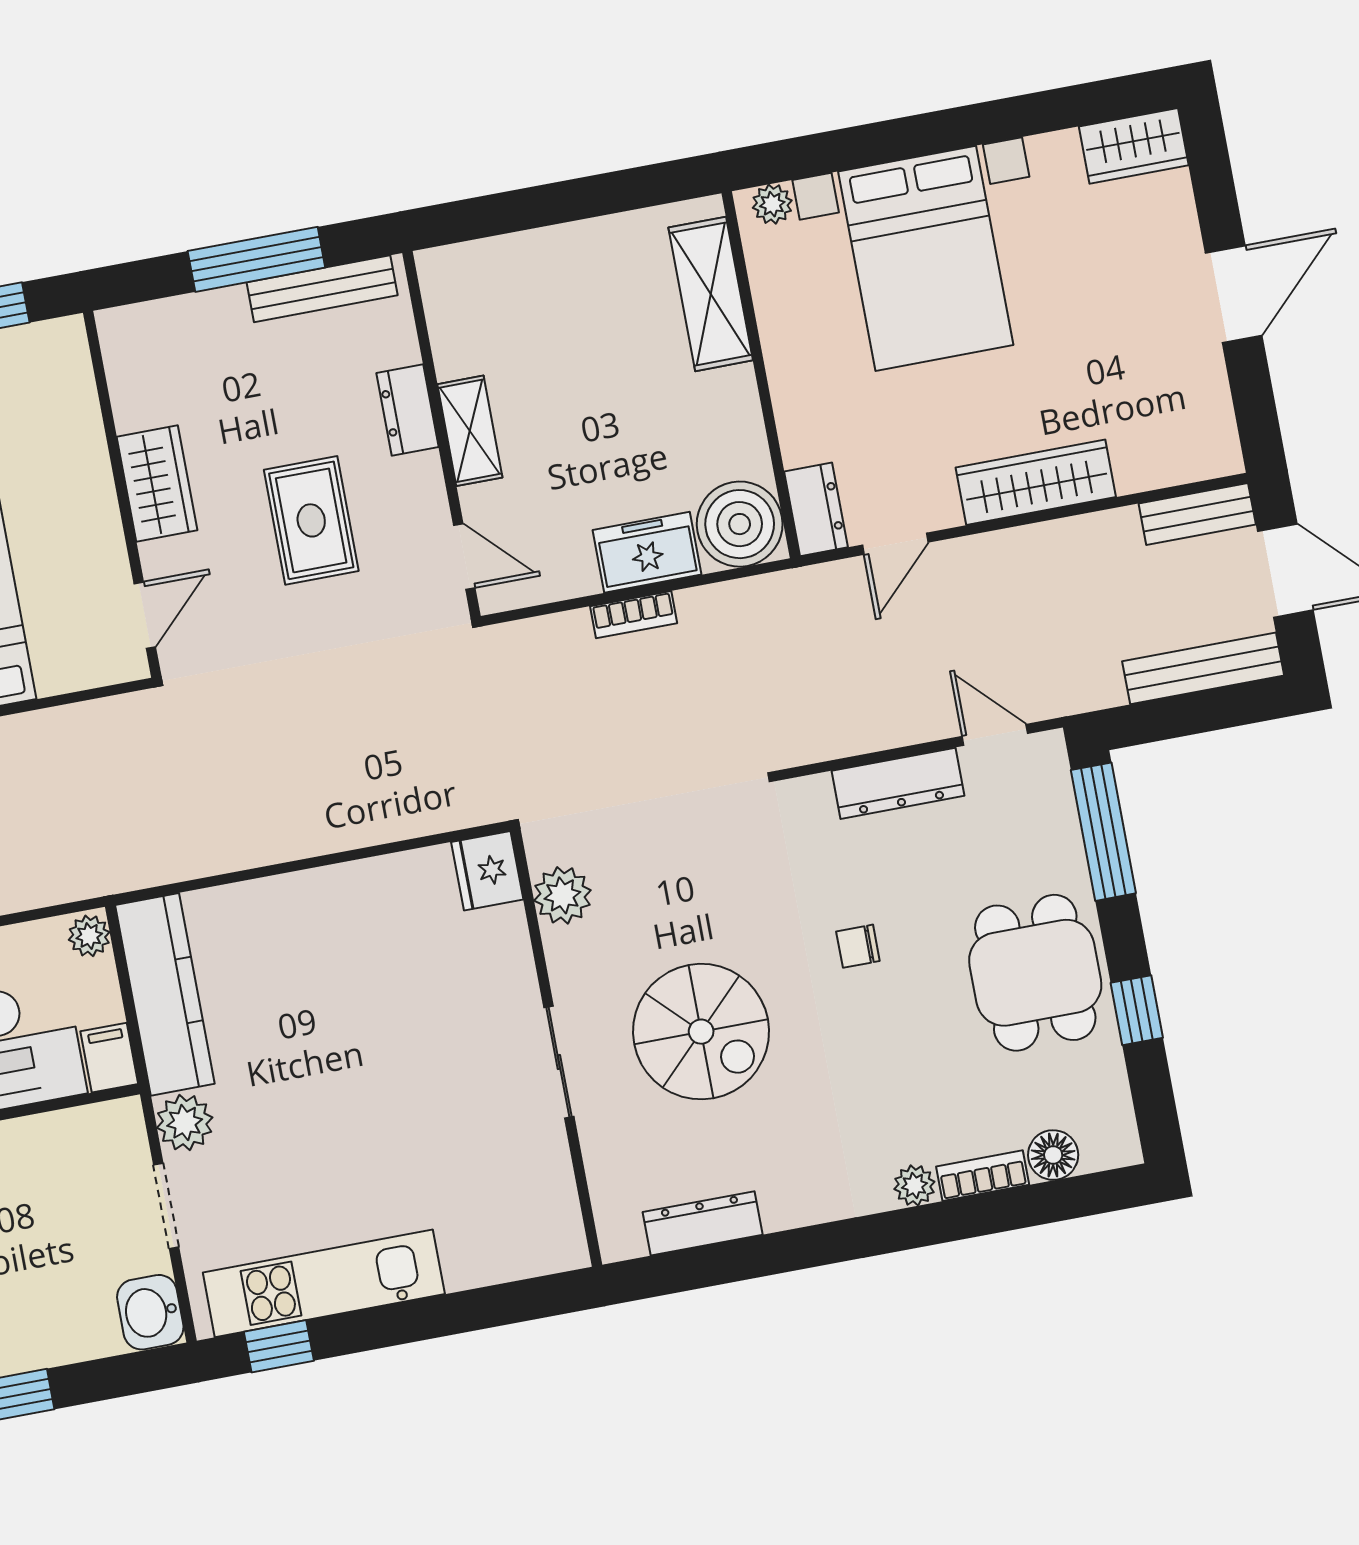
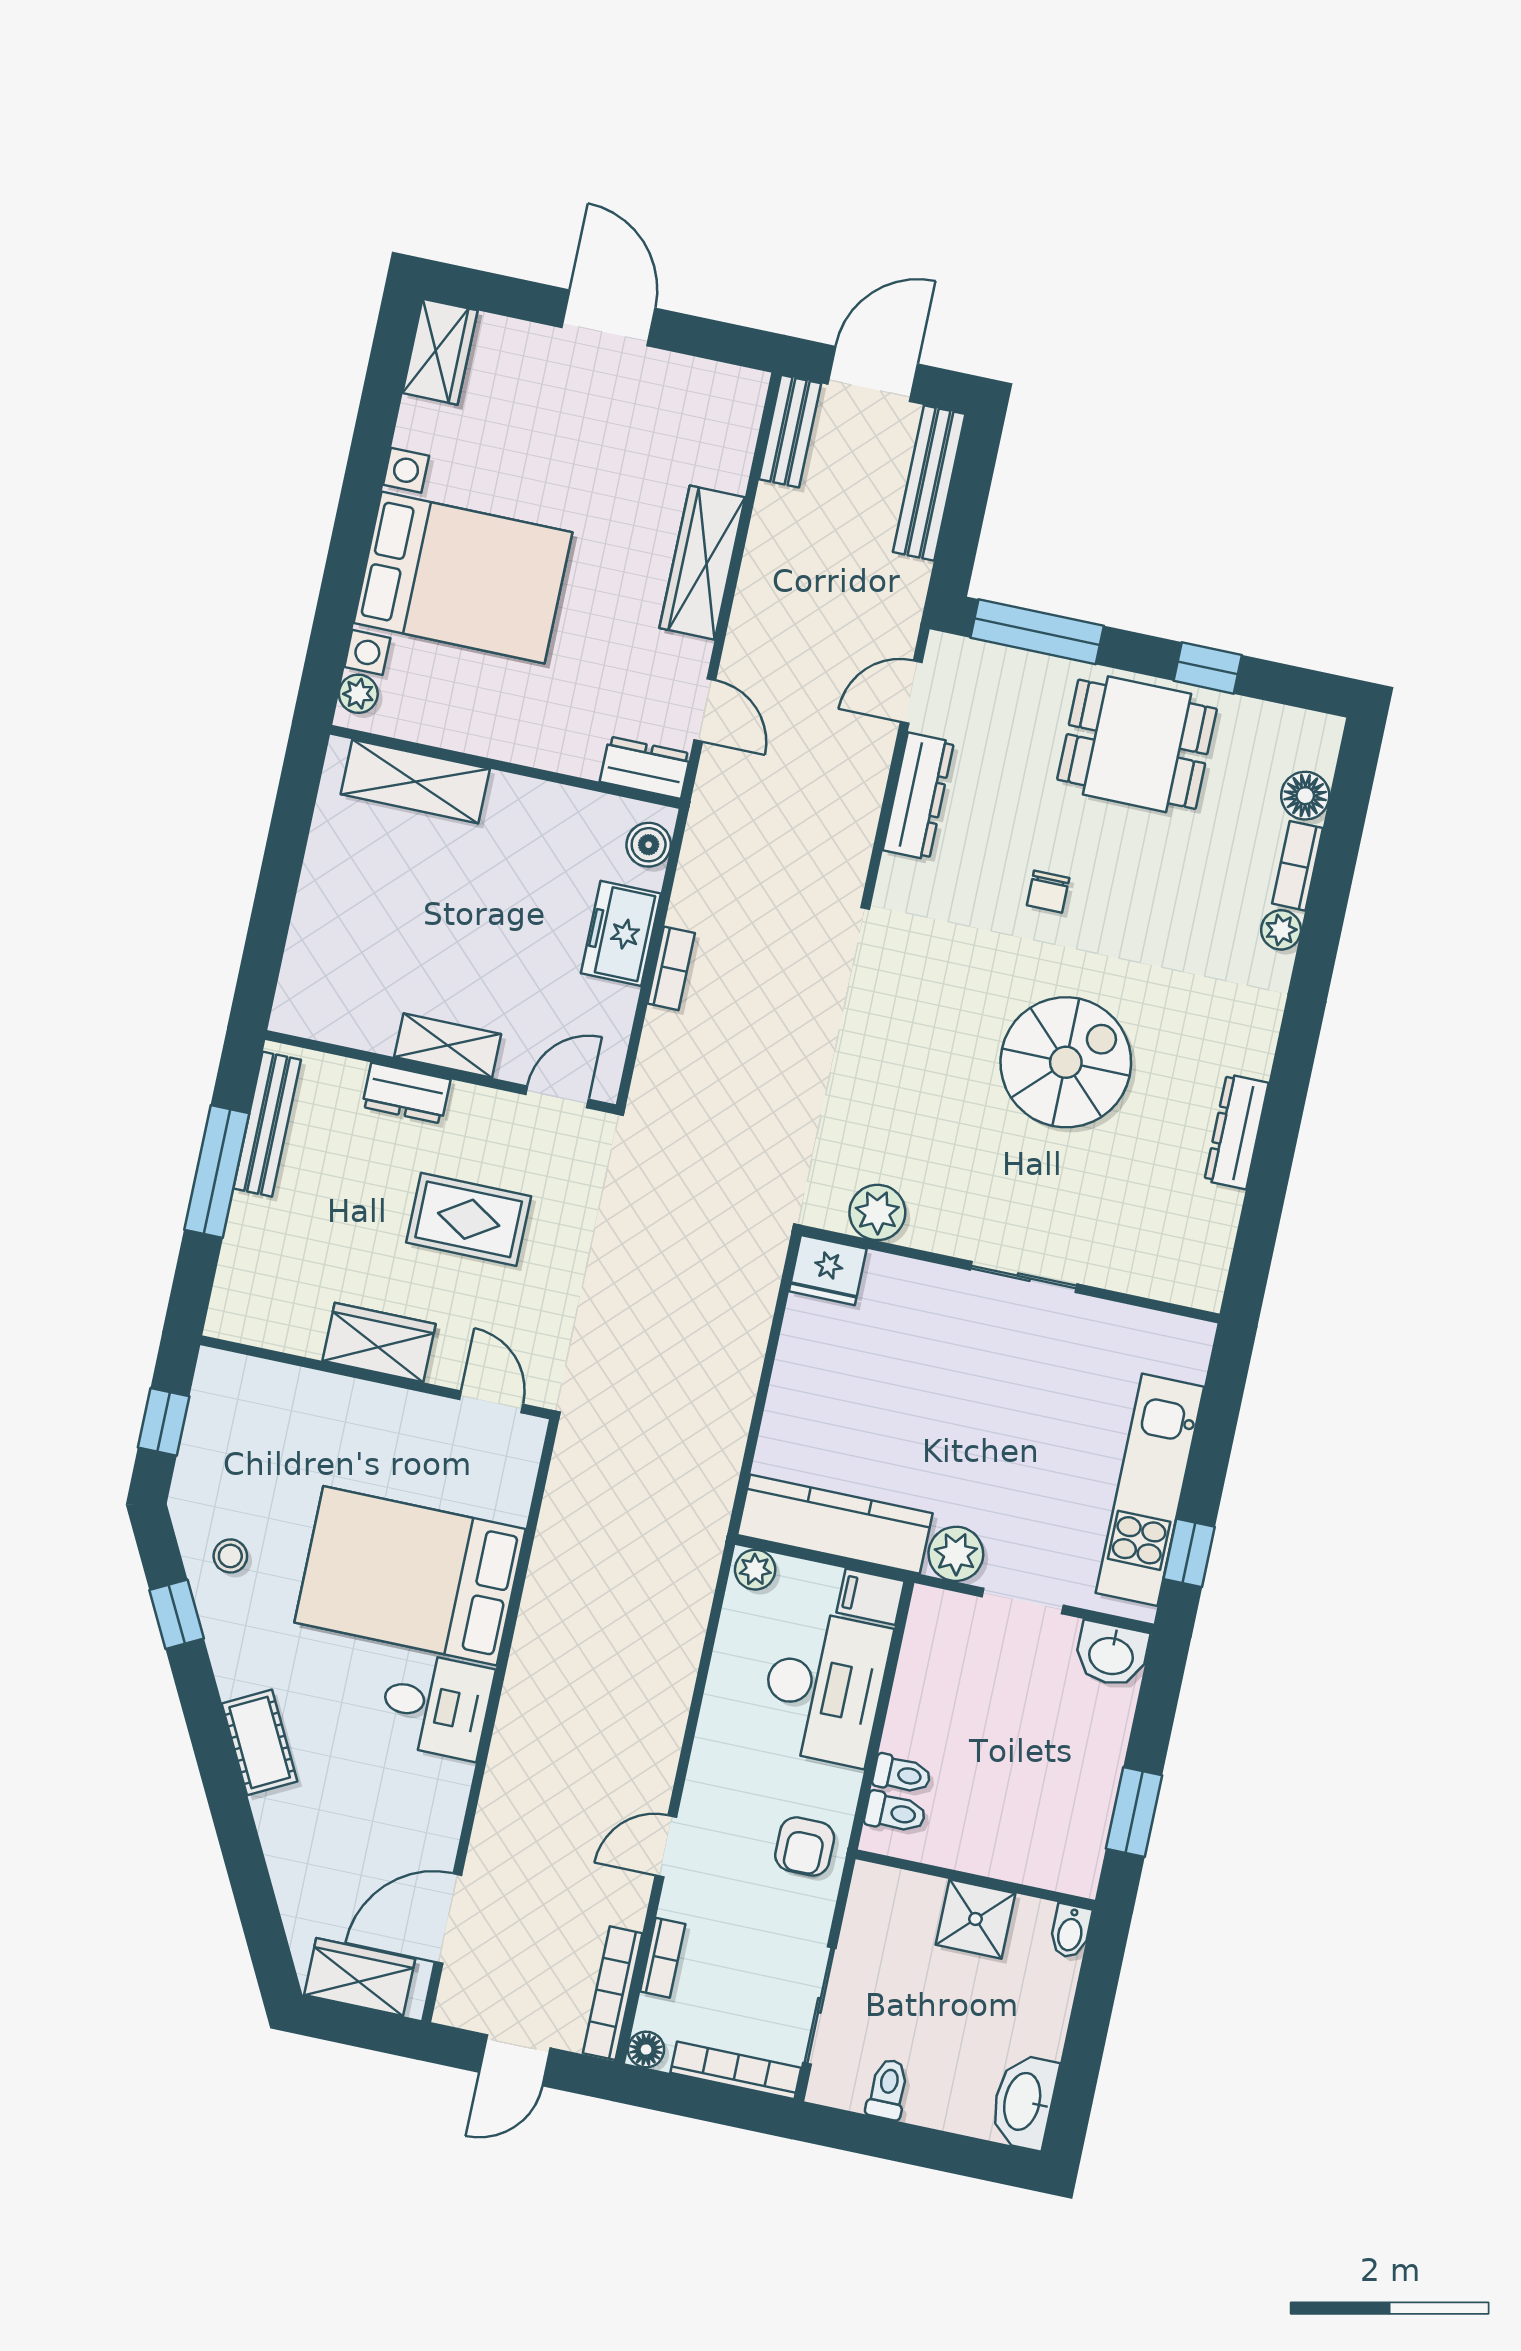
boiler: (740, 524) -> (649, 845), width x0.54, depth x0.54
fridge: (487, 871) -> (828, 1270), moved
plant: (562, 895) -> (877, 1212), moved
wall: (556, 1048) -> (1010, 1274), moved
sliding door: (559, 1062) -> (1024, 1277), moved

